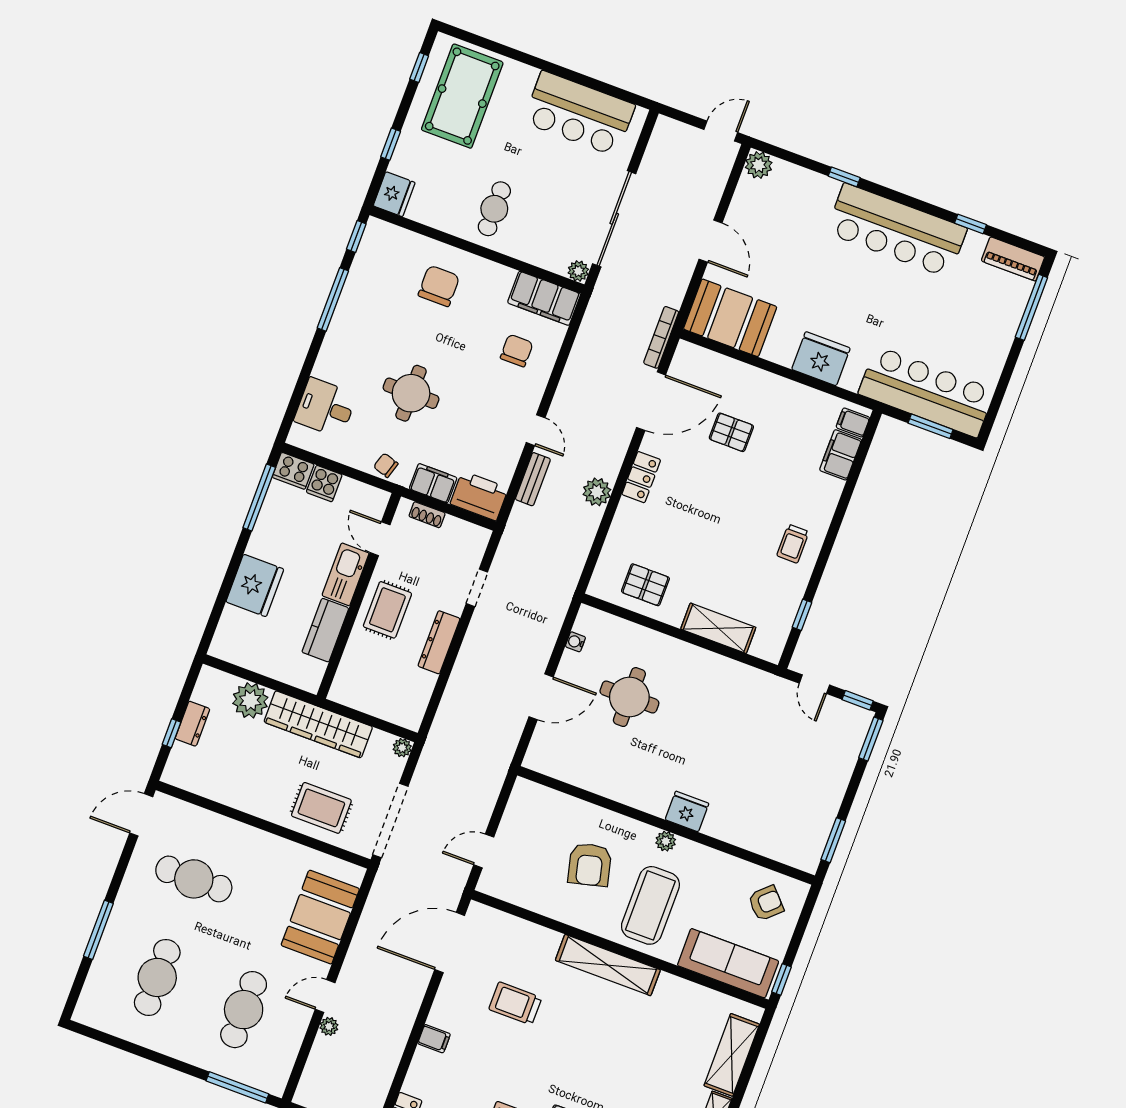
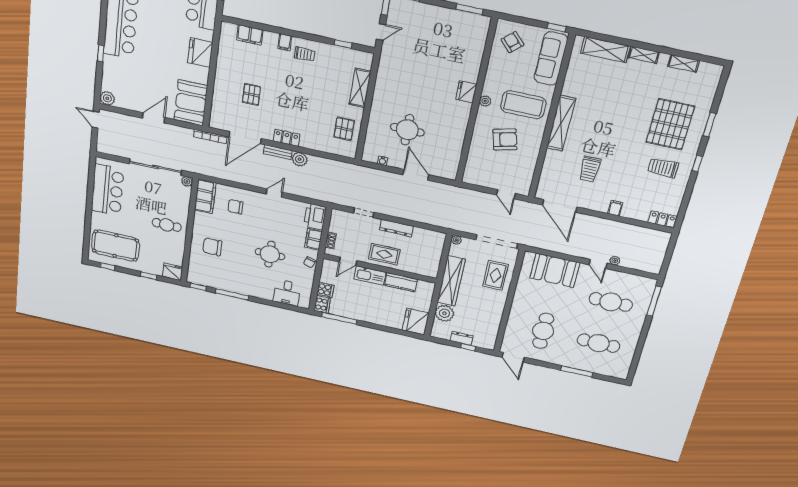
door: (651, 401) -> (245, 138), swing flipped
filing cabinet: (853, 422) -> (285, 42), moved
bench: (533, 479) -> (278, 152), moved
fridge: (255, 585) -> (416, 322), moved, turned -90

